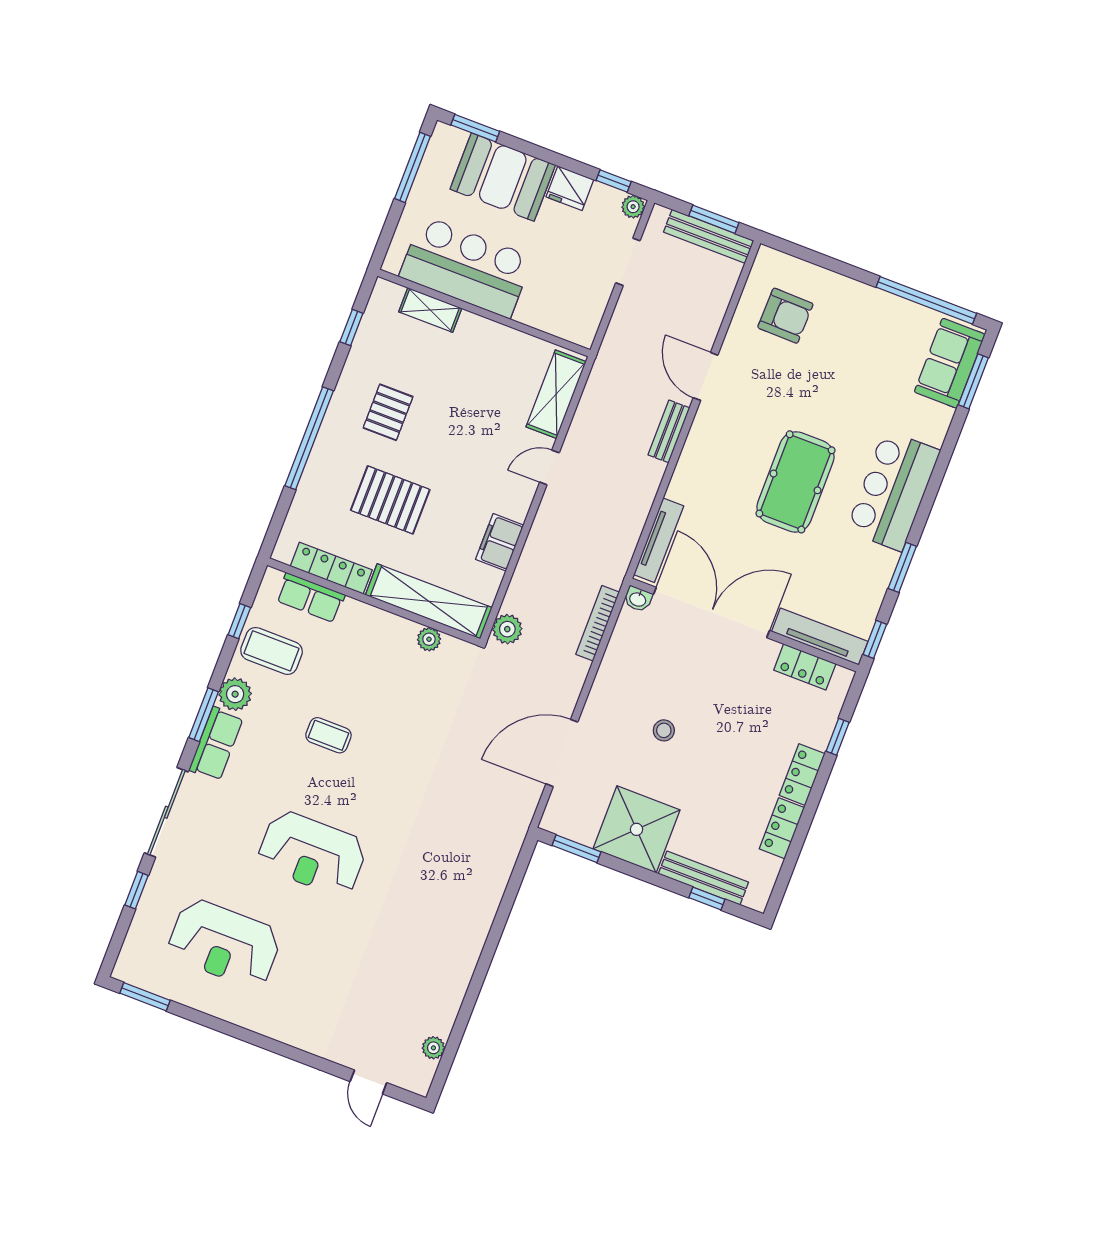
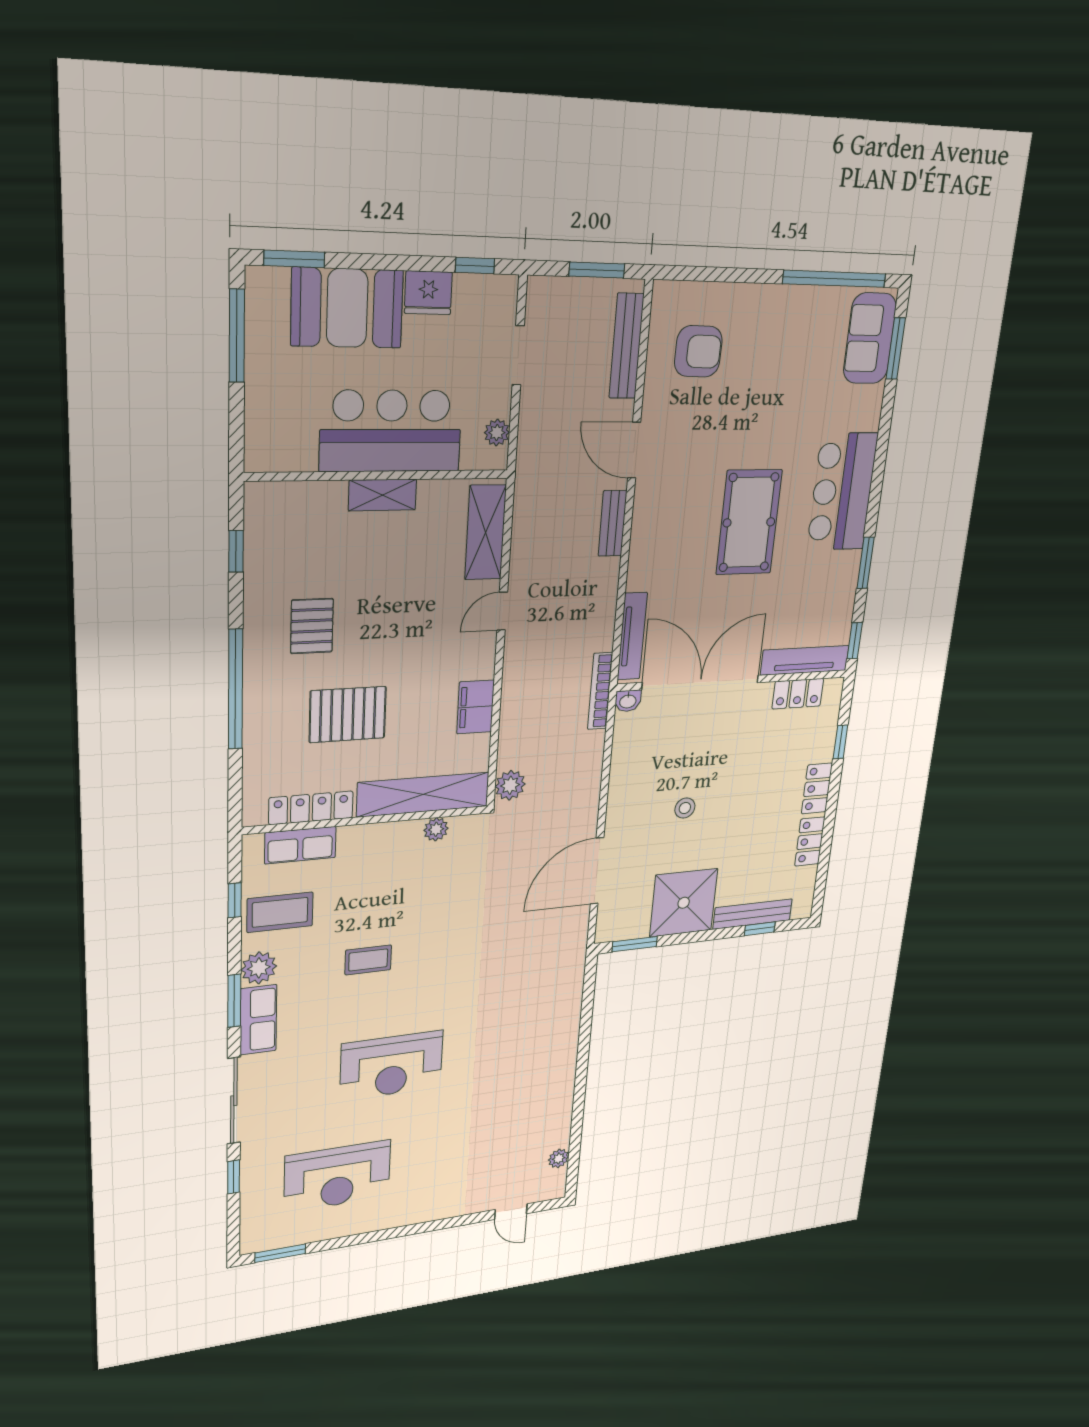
plant: (633, 207) -> (497, 433), moved
bench: (709, 236) -> (627, 346), moved, turned 90
bar counter: (466, 267) -> (391, 431), moved
shelving: (430, 310) -> (383, 495), moved
bookcase: (598, 623) -> (600, 691), moved

